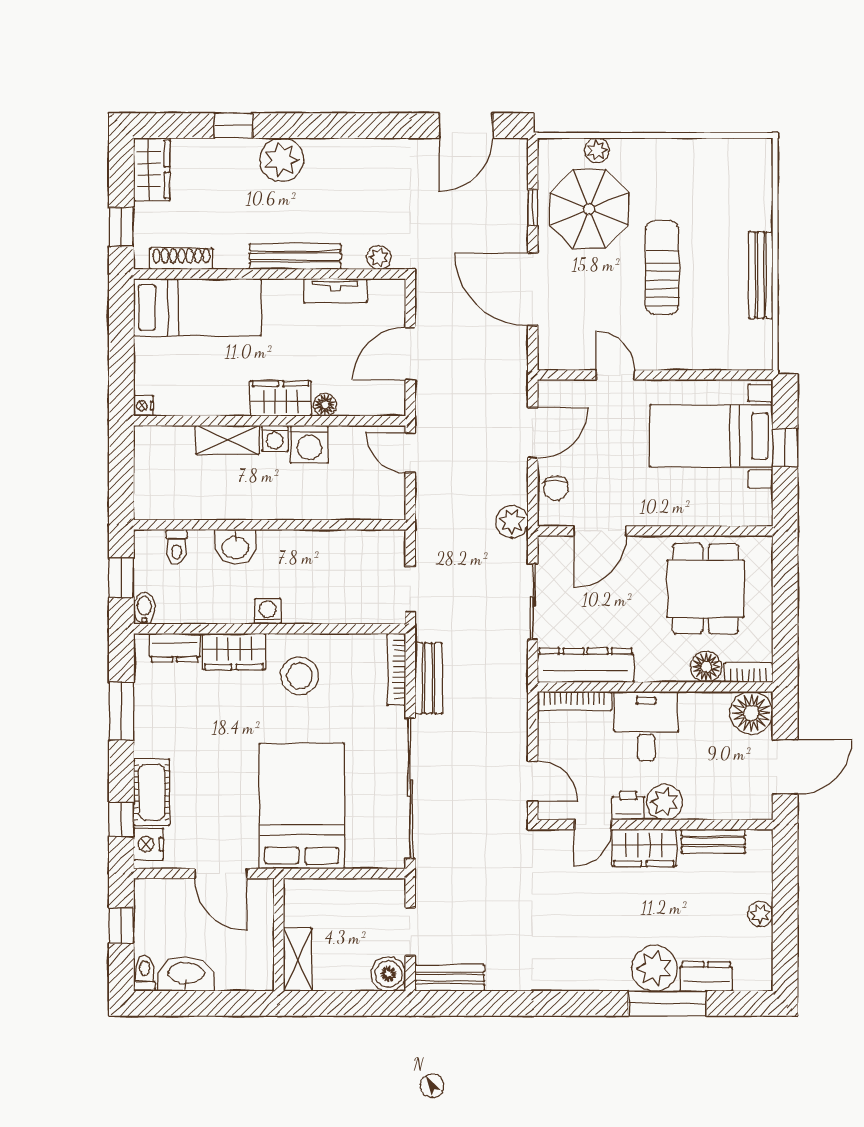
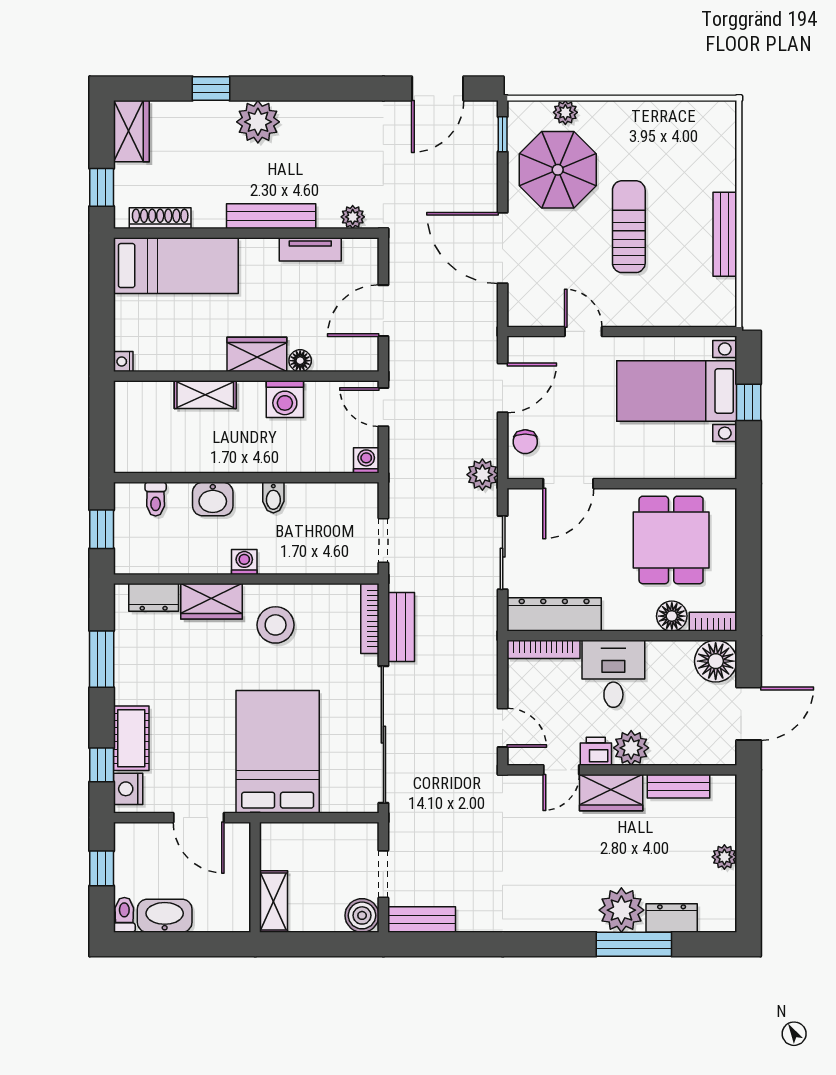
window: (533, 208) -> (503, 134), moved
washing machine: (275, 438) -> (366, 460), moved, turned 180
bidet: (144, 608) -> (273, 498), moved, turned 180

